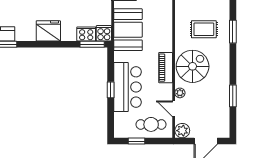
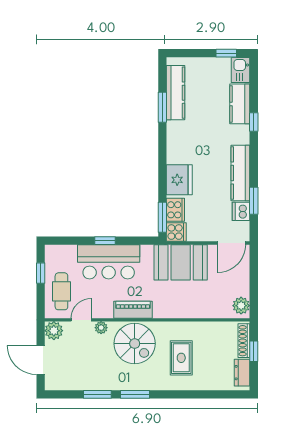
fridge: (48, 31) -> (179, 180), moved
window: (233, 32) -> (135, 394), moved

